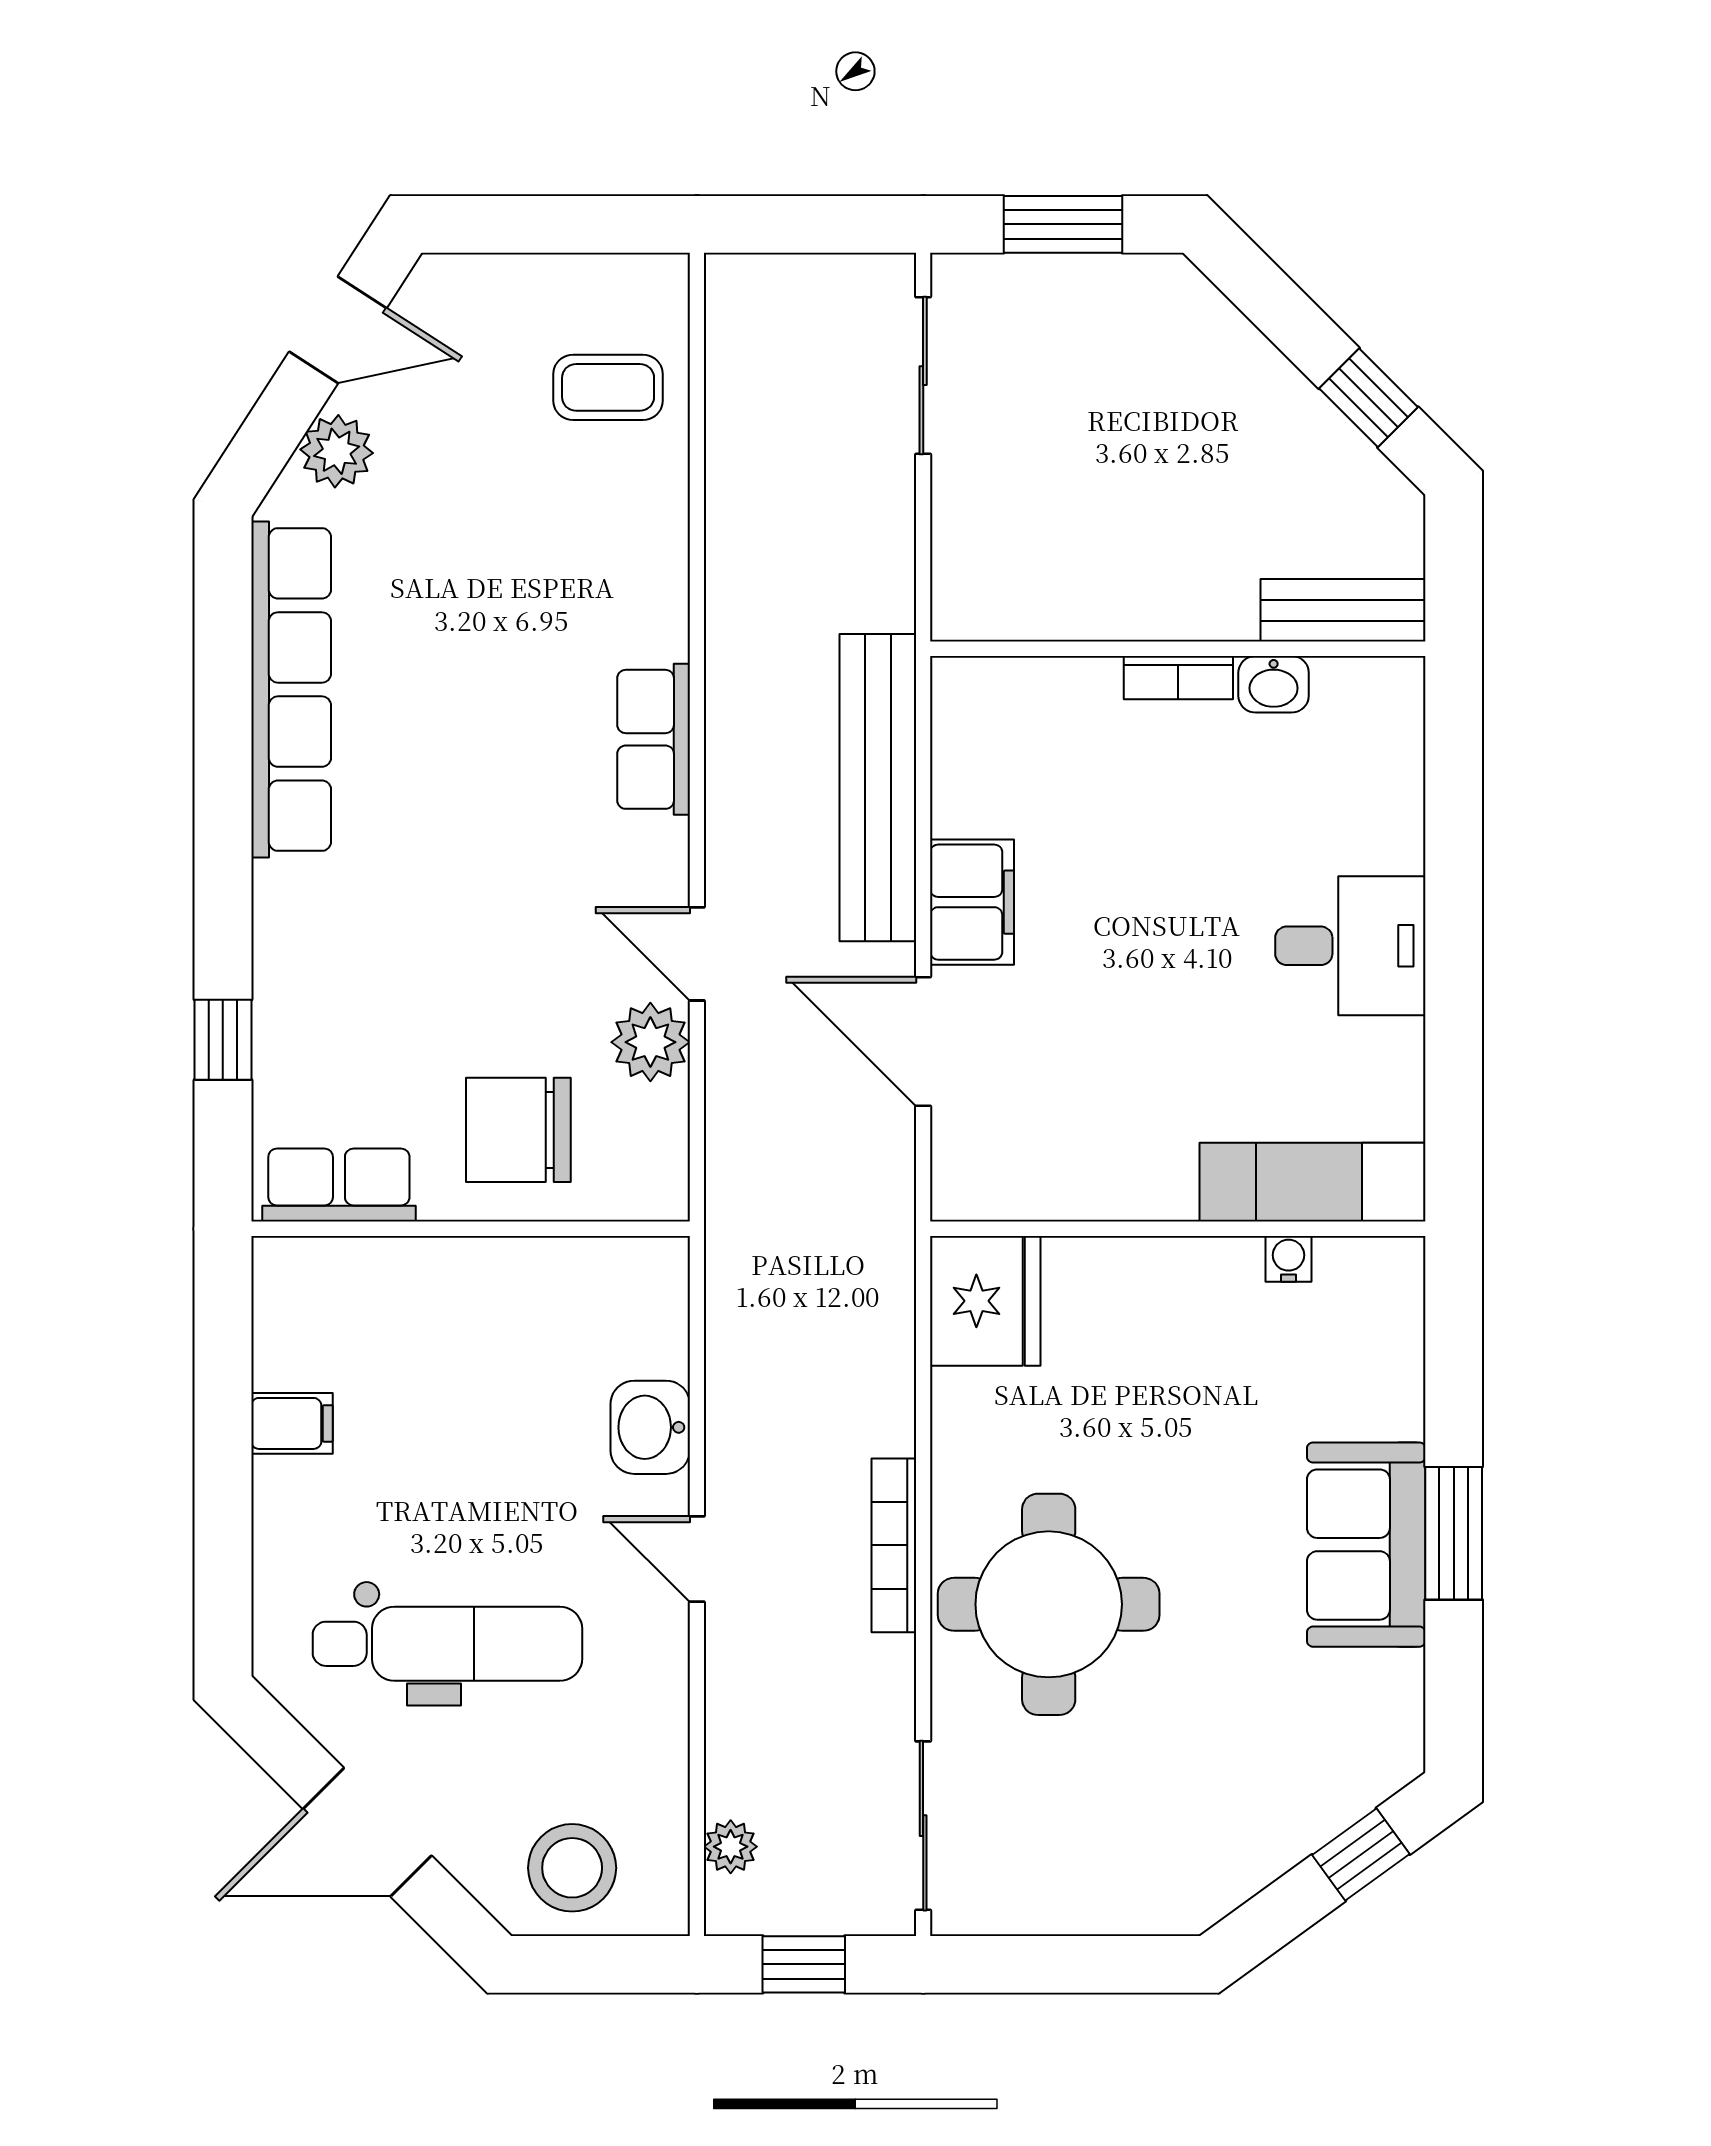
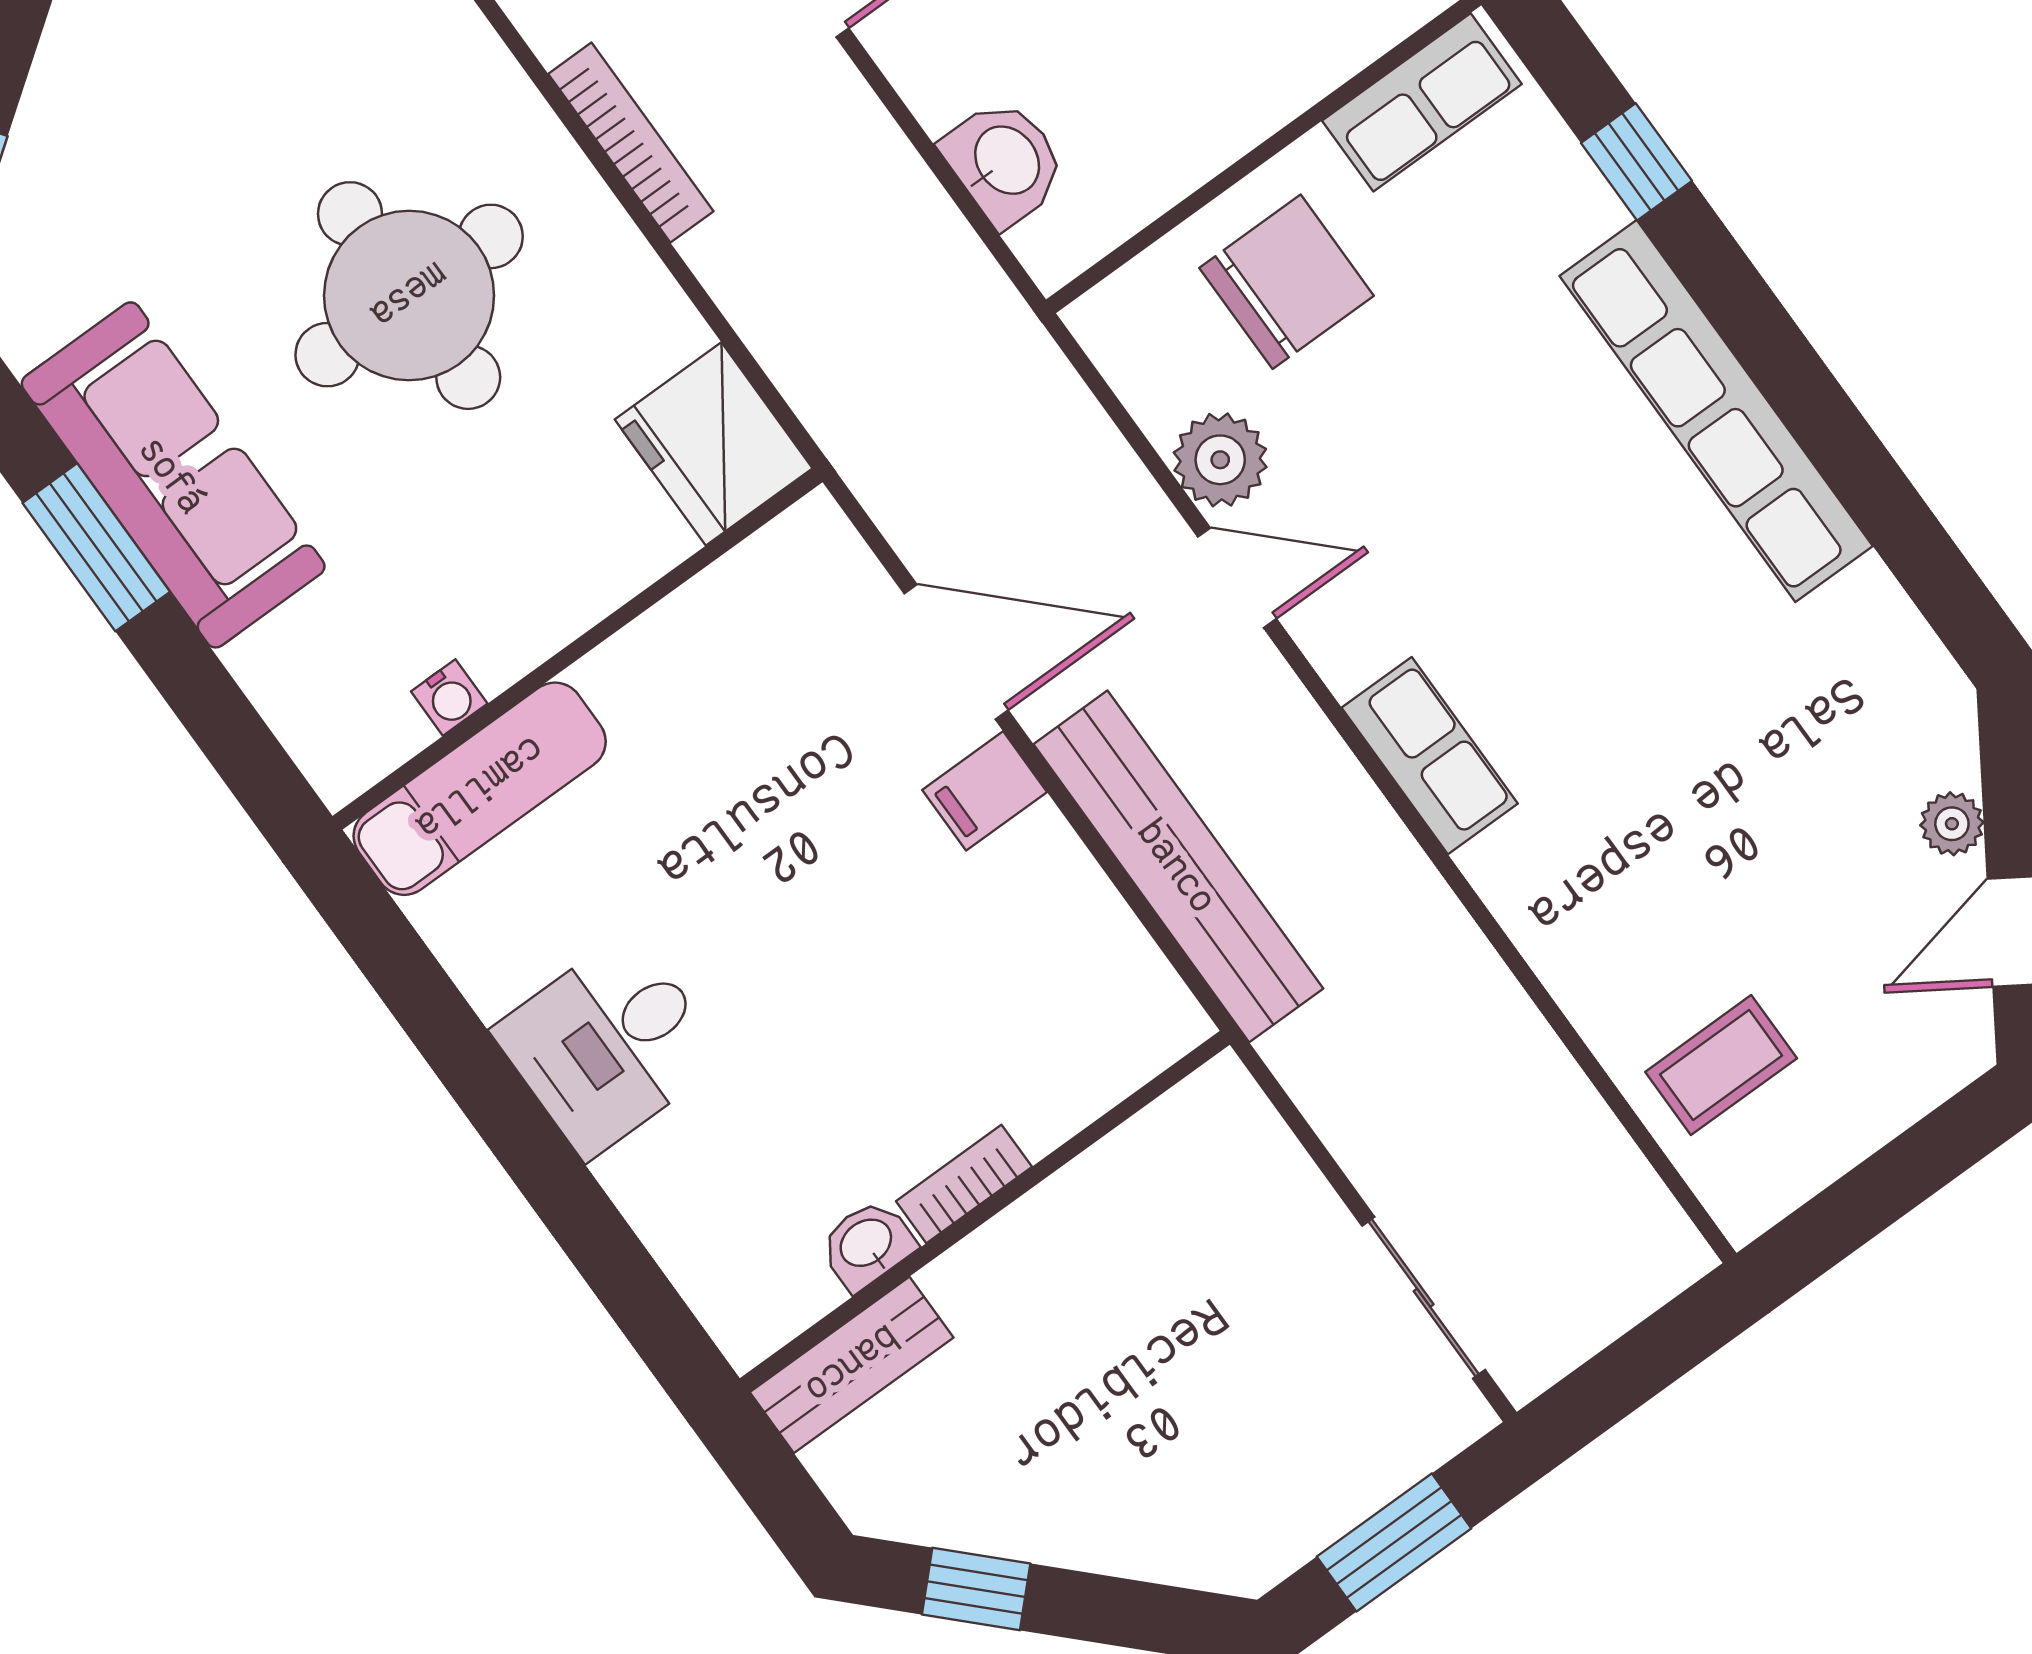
plant: (337, 451) -> (1952, 824), width x0.73, depth x0.73
row of seats: (291, 690) -> (1716, 411), moved
filing cabinet: (972, 902) -> (985, 791), width x0.50
washbasin: (650, 1427) -> (1005, 162), moved
sofa: (1366, 1545) -> (173, 475), width x1.36
round table: (1049, 1604) -> (409, 296), moved

